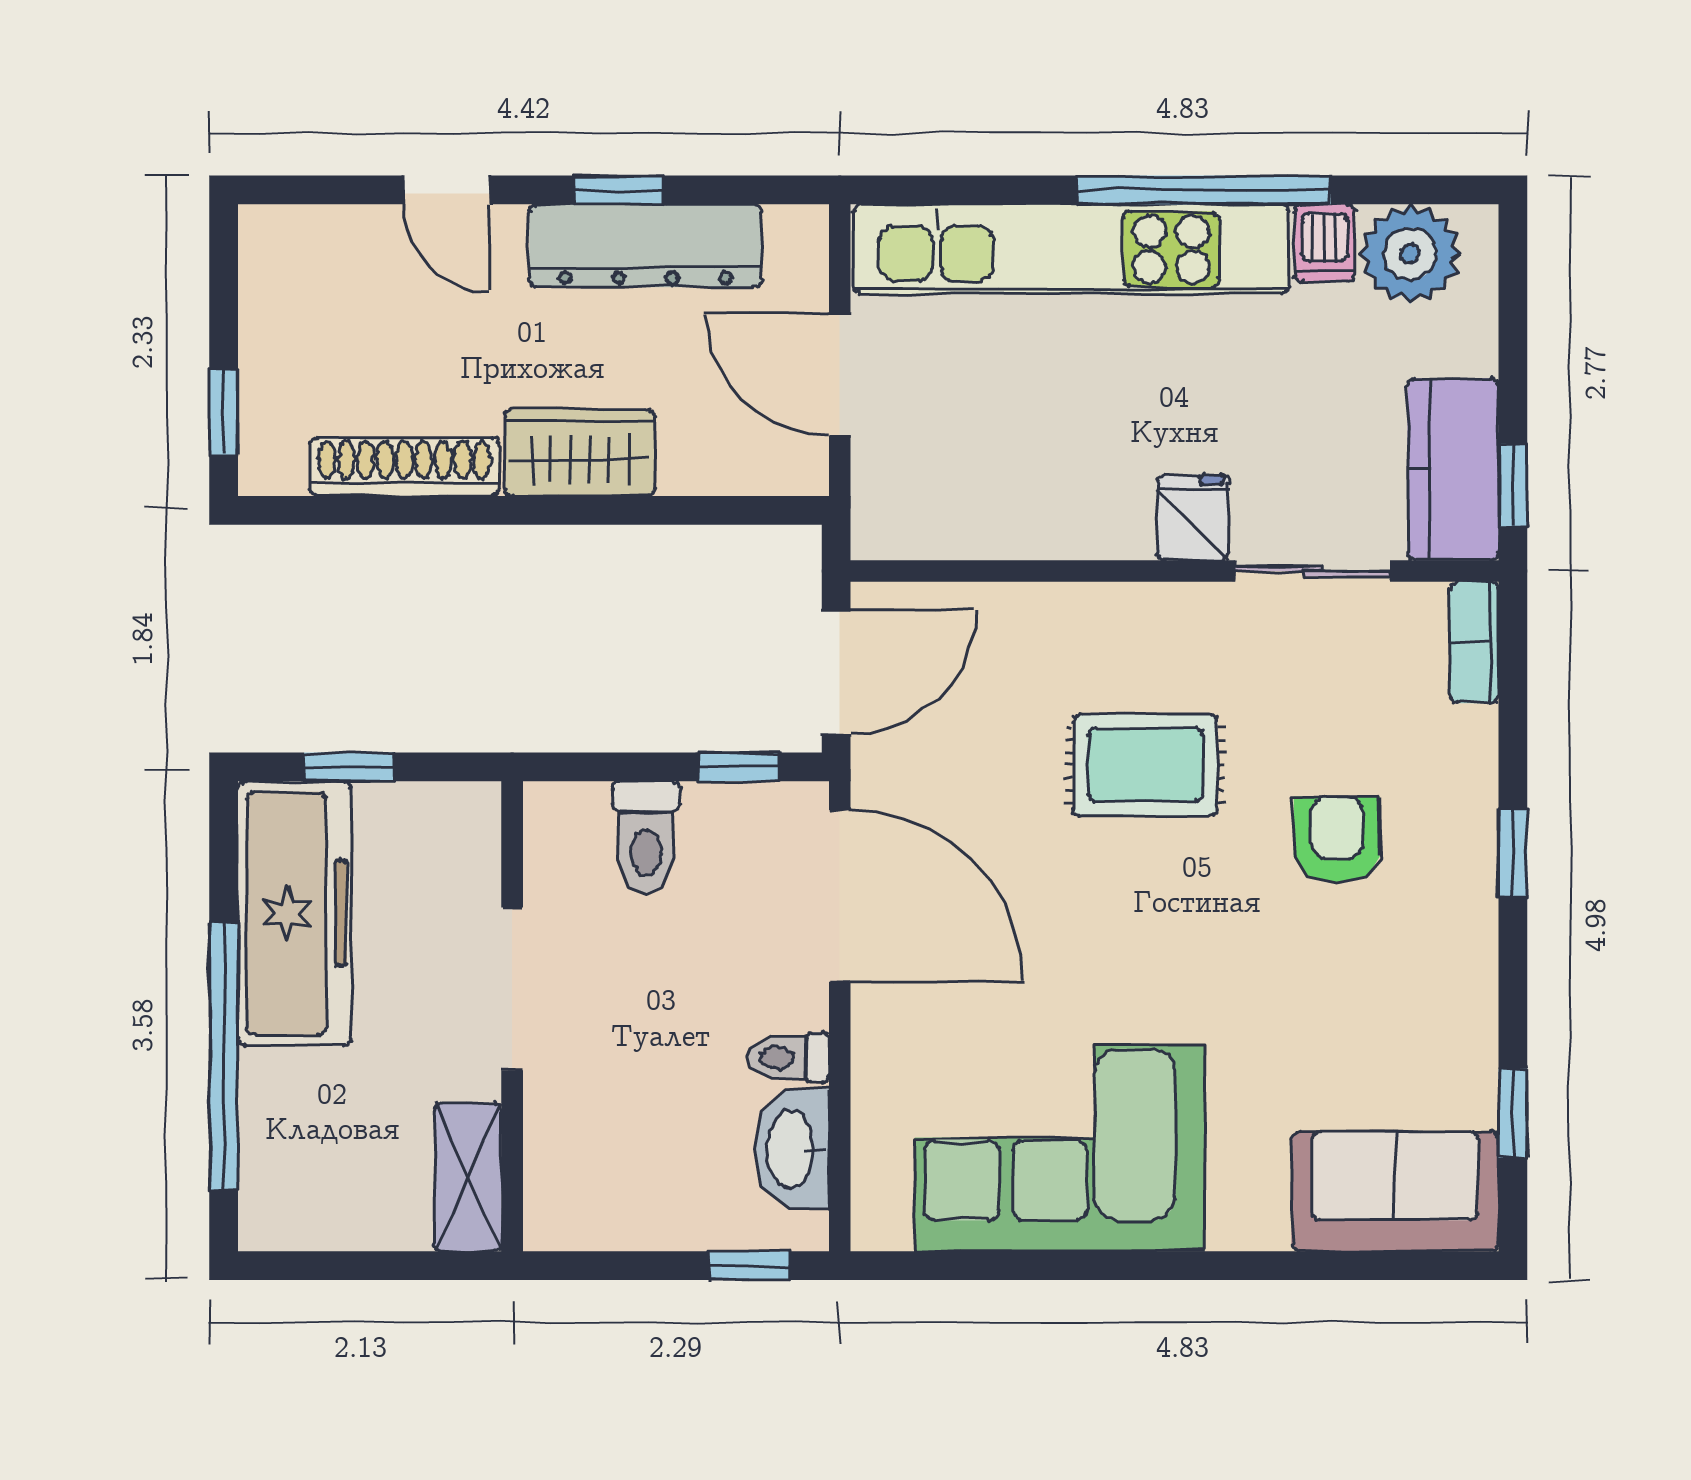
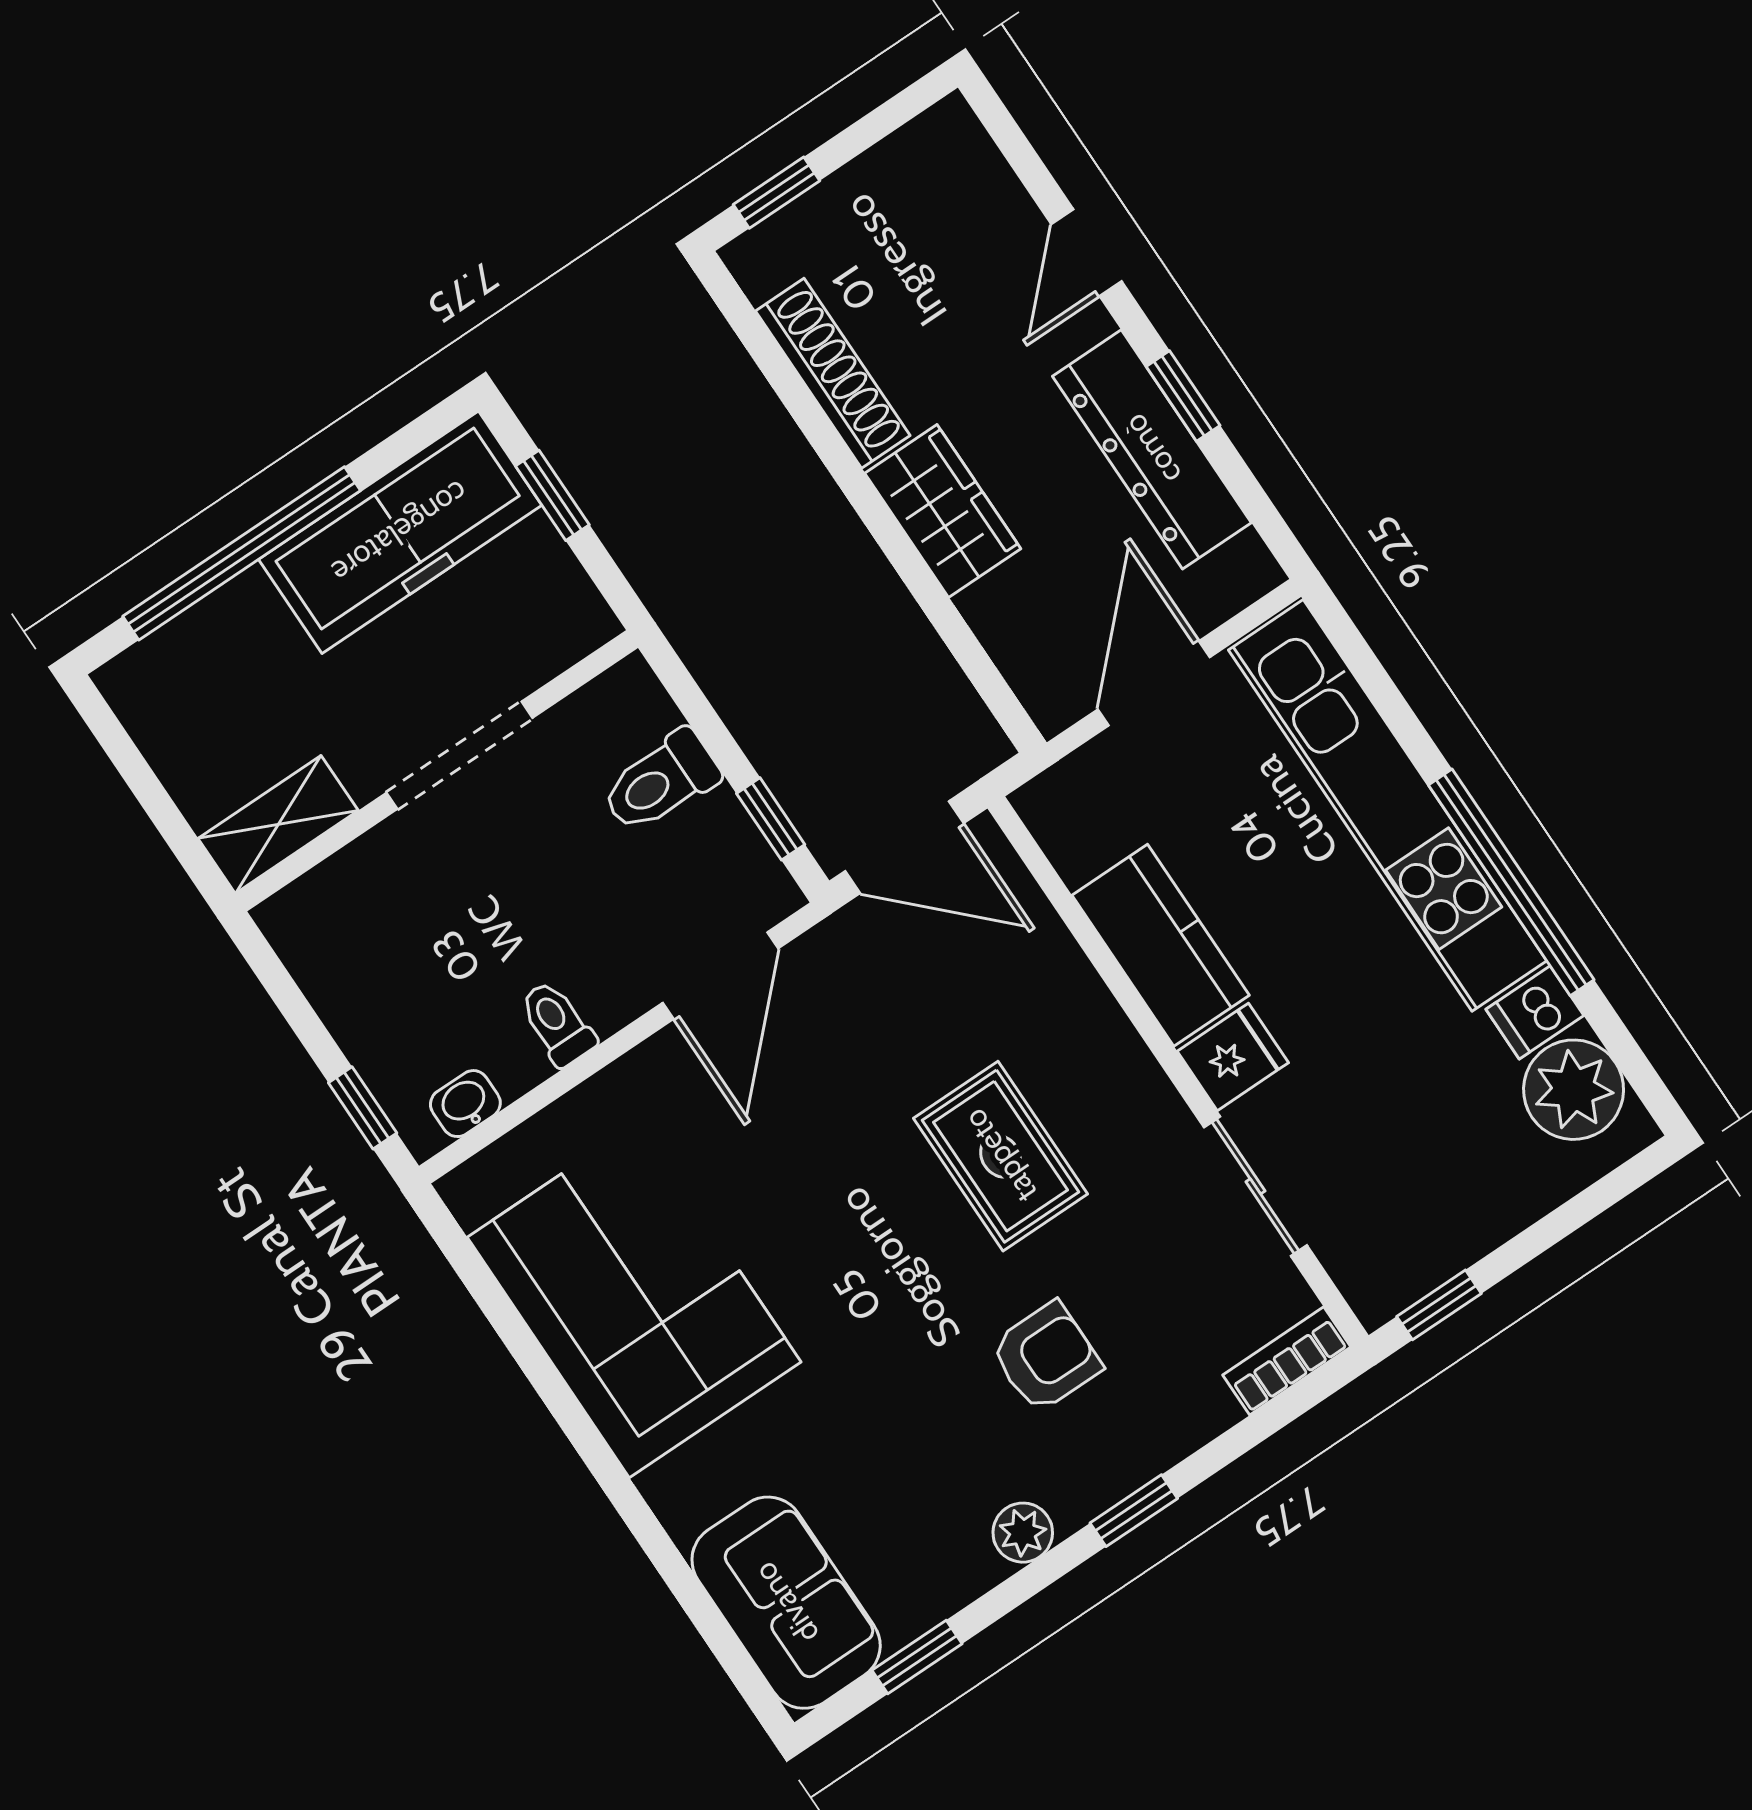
kitchen counter: (1453, 469) -> (1161, 945), moved, turned 90
door: (840, 896) -> (720, 976), width x0.73
plant: (1469, 957) -> (1023, 1533), added
washbasin: (792, 1149) -> (465, 1104), width x0.52, depth x0.69

